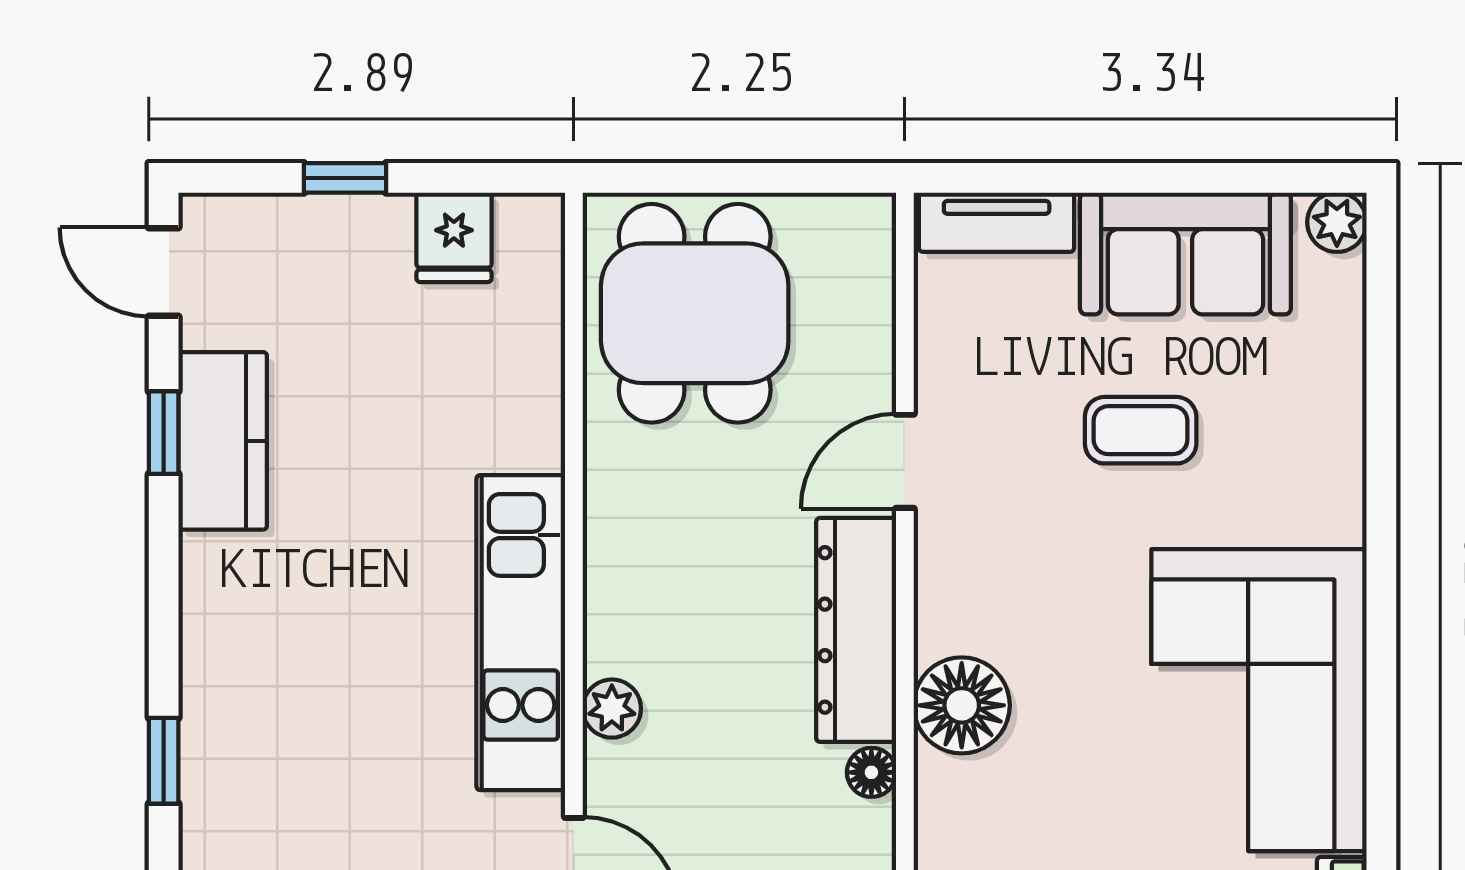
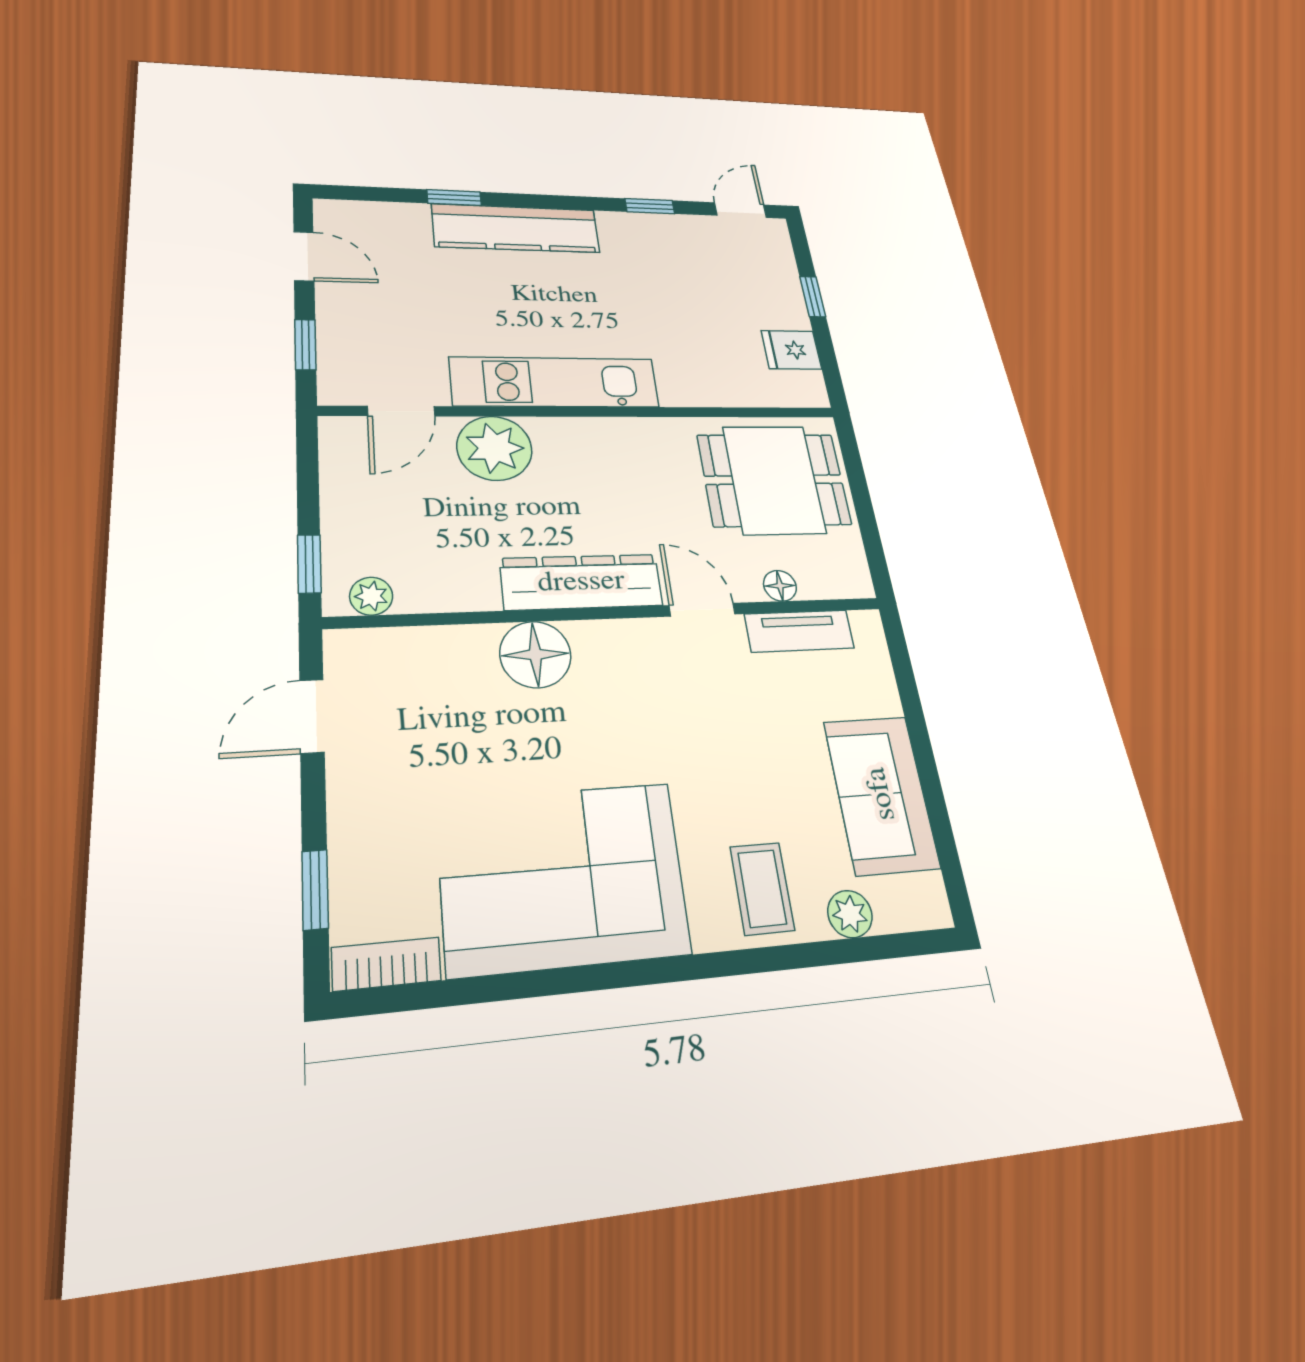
tv unit: (997, 222) -> (799, 631), moved, turned -90
plant: (1337, 222) -> (850, 914), moved
coffee table: (1141, 430) -> (762, 888), moved
kitchen counter: (223, 441) -> (516, 228), moved, width x1.50
plant: (612, 709) -> (494, 448), width x1.88, depth x1.88
floor lamp: (871, 772) -> (780, 586), moved

